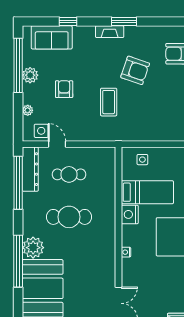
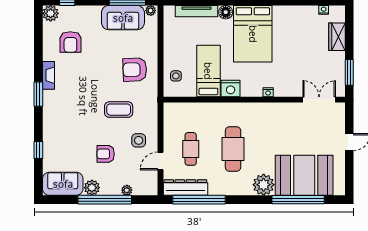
fireplace: (110, 32) -> (48, 75), moved
sofa: (52, 37) -> (63, 184), moved, turned -90
window: (18, 65) -> (105, 200), moved
armchair: (135, 70) -> (135, 70), moved, turned -111
side table: (41, 131) -> (139, 140), moved
window: (18, 261) -> (298, 200), moved

